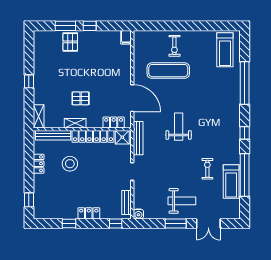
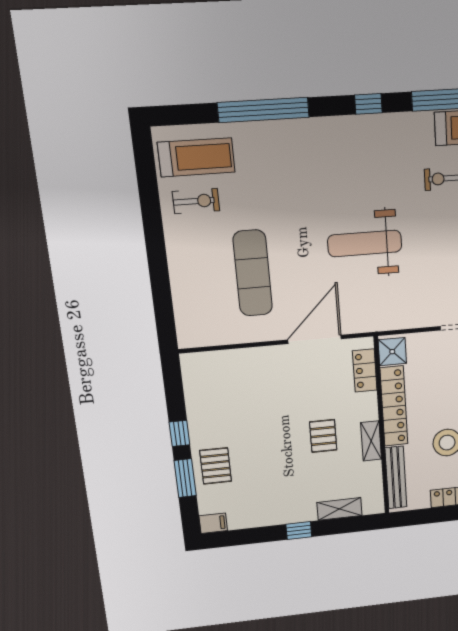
filing cabinet: (126, 37) -> (213, 523), moved
pallet: (70, 42) -> (216, 466), turned 90
exercise bike: (174, 46) -> (196, 201), moved
shelving: (39, 116) -> (339, 509), moved
weight bench: (179, 127) -> (365, 243), width x1.36, depth x1.33
bench: (138, 138) -> (392, 321), removed

